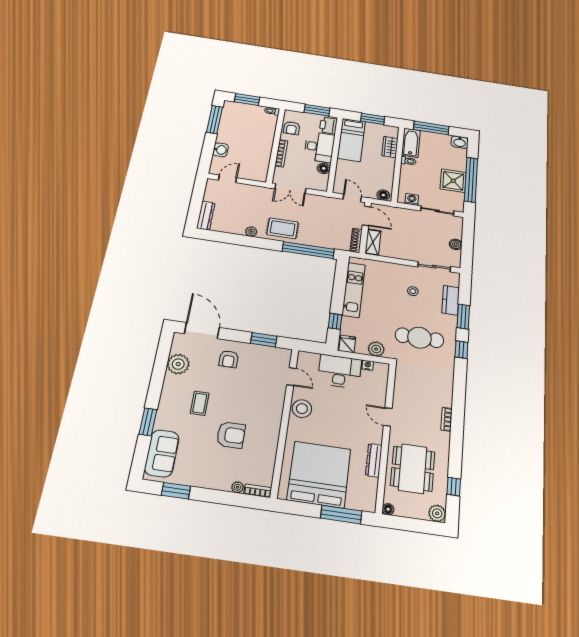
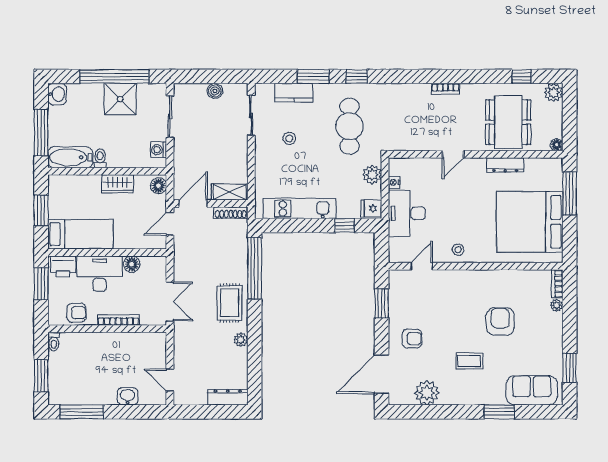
wardrobe: (390, 147) -> (117, 184), moved
stool: (302, 409) -> (458, 250), width x0.53, depth x0.53
dining table: (413, 469) -> (508, 122), turned 90

